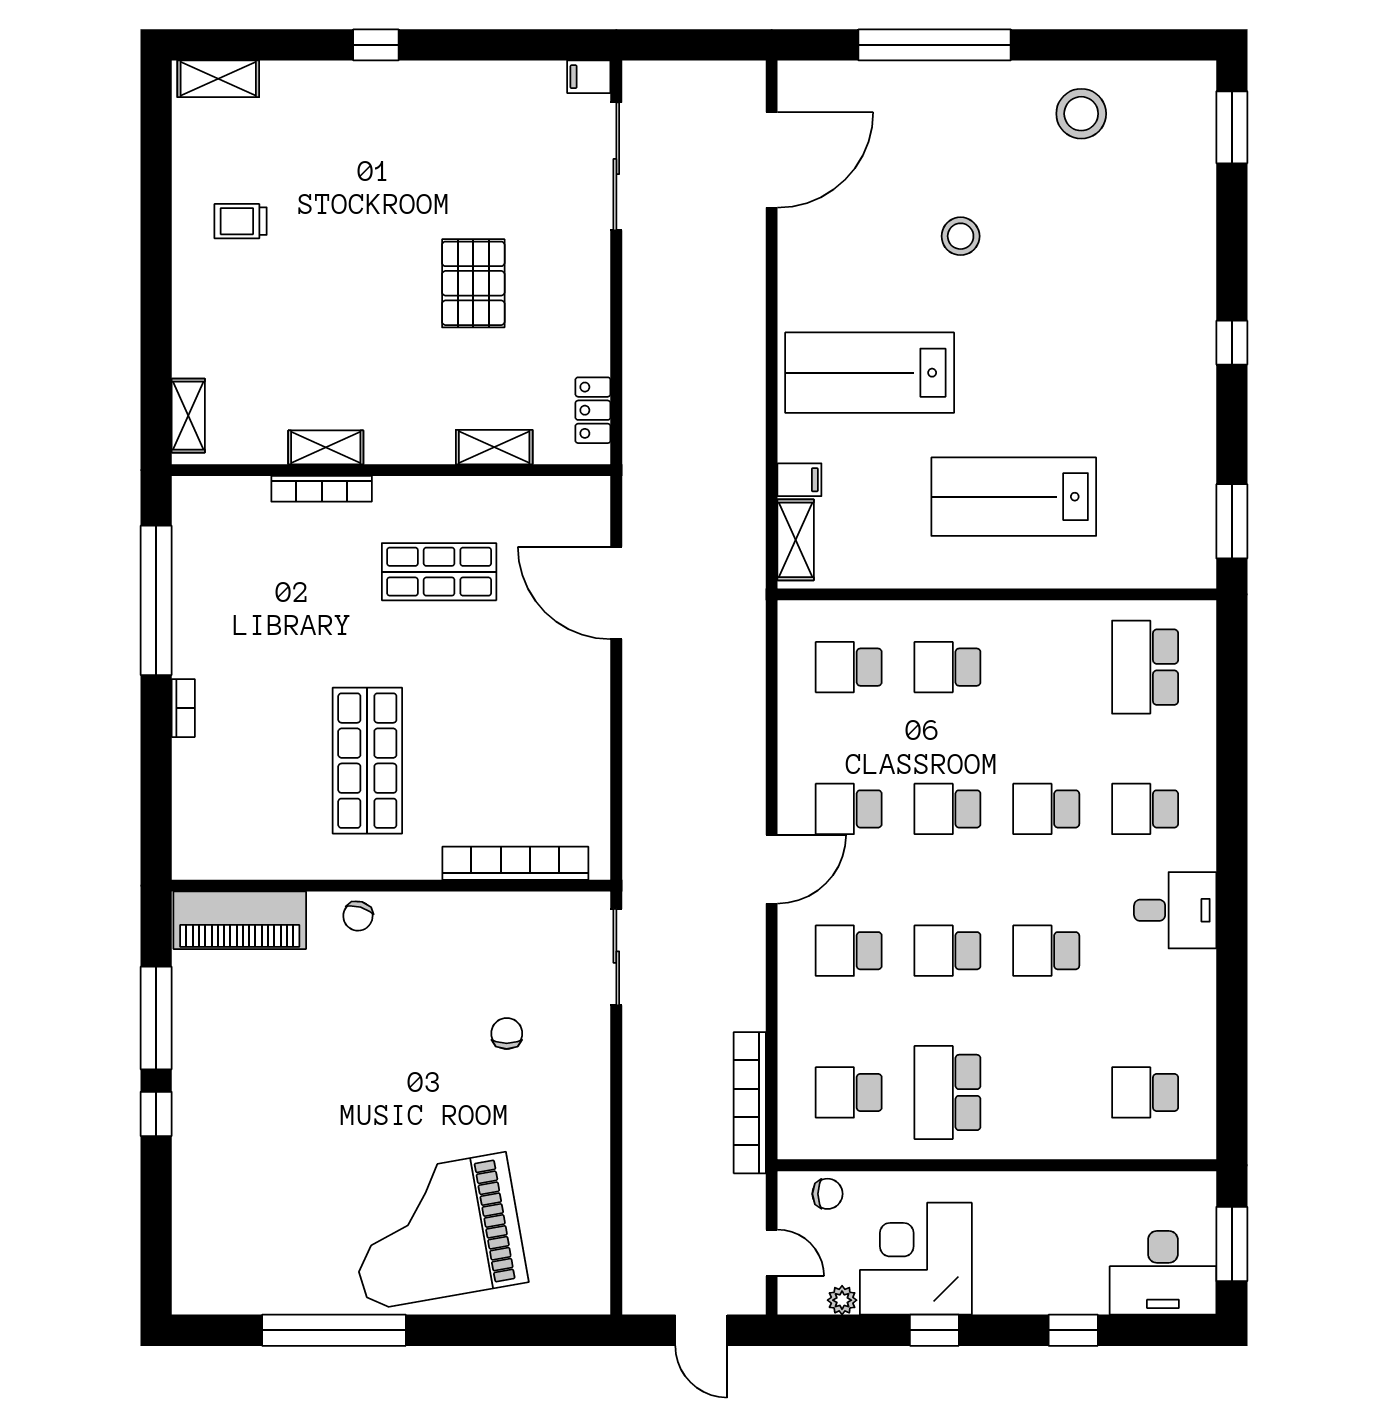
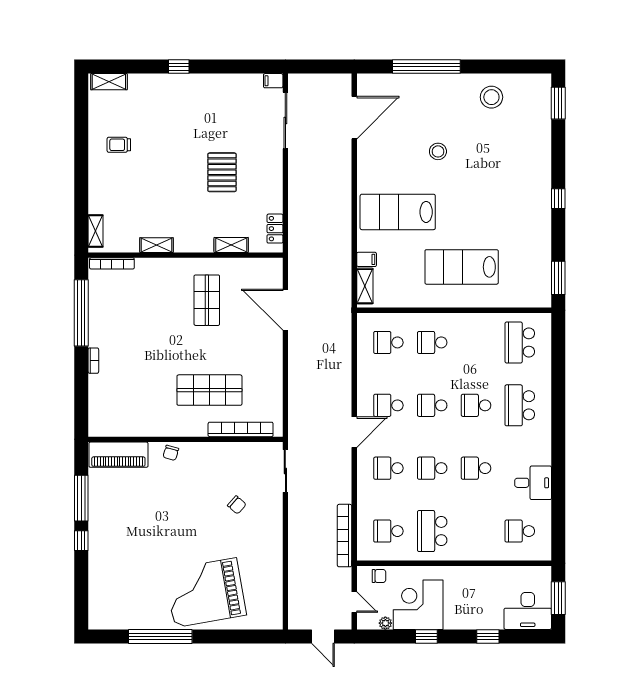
bookcase: (322, 489) -> (112, 263), moved
shop shelf: (439, 572) -> (207, 300), turned 90
shop shelf: (367, 761) -> (209, 390), moved, turned 90
school desk: (1145, 809) -> (520, 405), width x1.85
desk: (1175, 910) -> (533, 483), moved
chair: (507, 1034) -> (237, 505), turned 131

